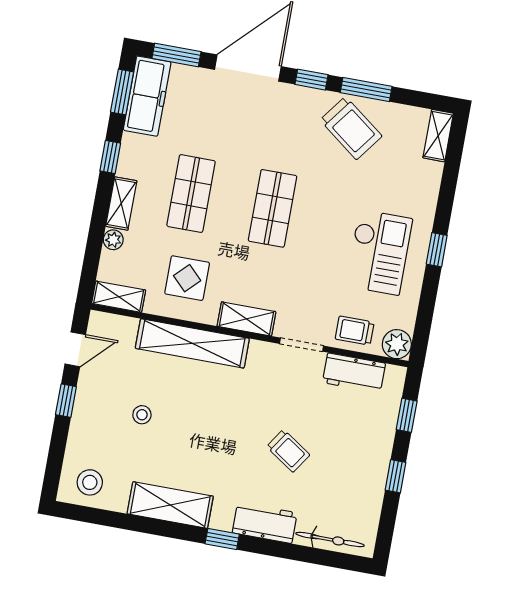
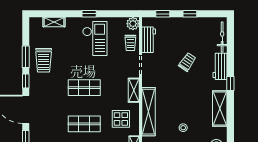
trolley: (351, 128) -> (44, 60), turned 143
shelving: (438, 136) -> (54, 22), moved
checkout: (379, 252) -> (95, 38), turned 90

